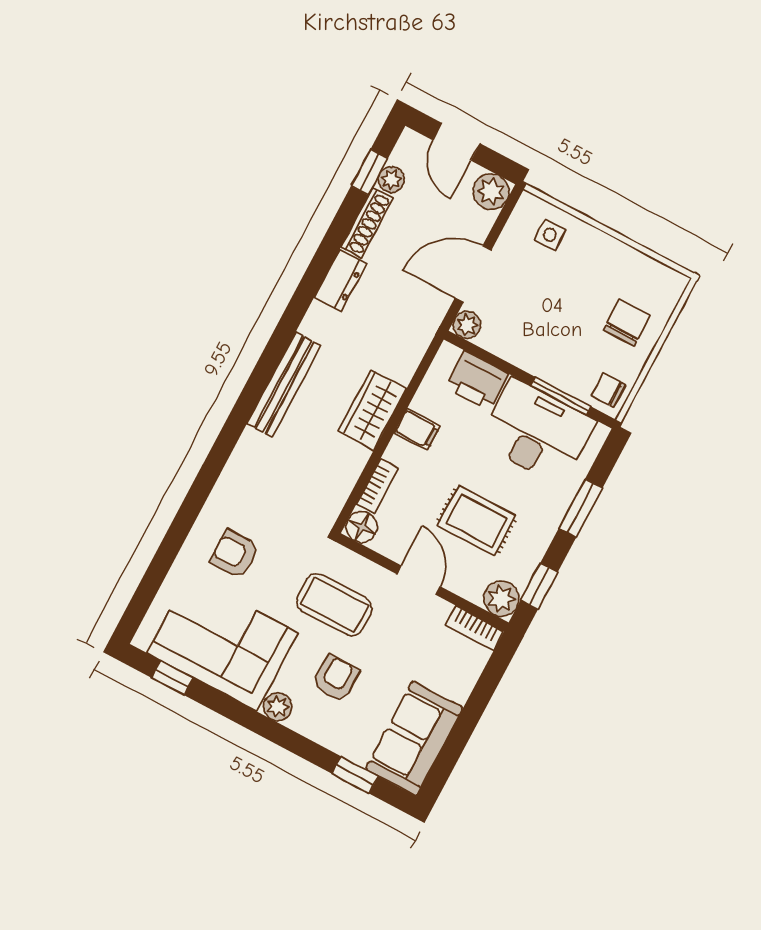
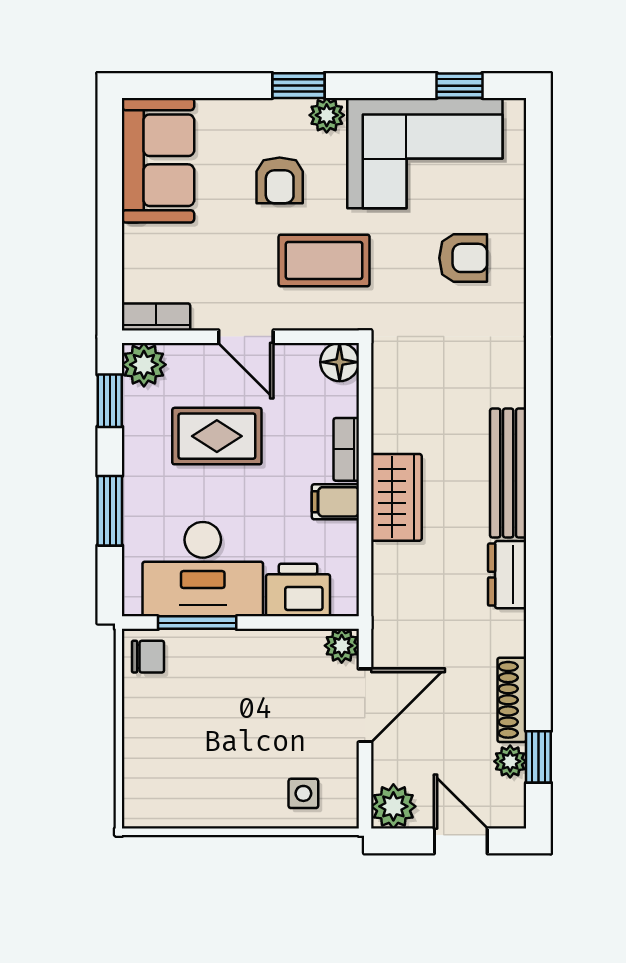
dresser: (340, 280) -> (507, 575), moved
chair: (627, 323) -> (168, 742), removed
bookcase: (377, 486) -> (346, 449), moved
window: (355, 775) -> (298, 86), moved

